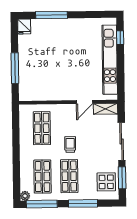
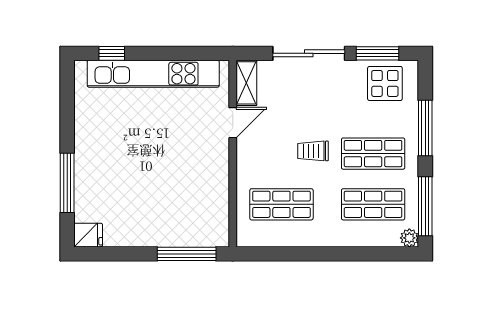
window: (15, 68) -> (187, 254), moved
door: (84, 102) -> (233, 123), hinge flipped

